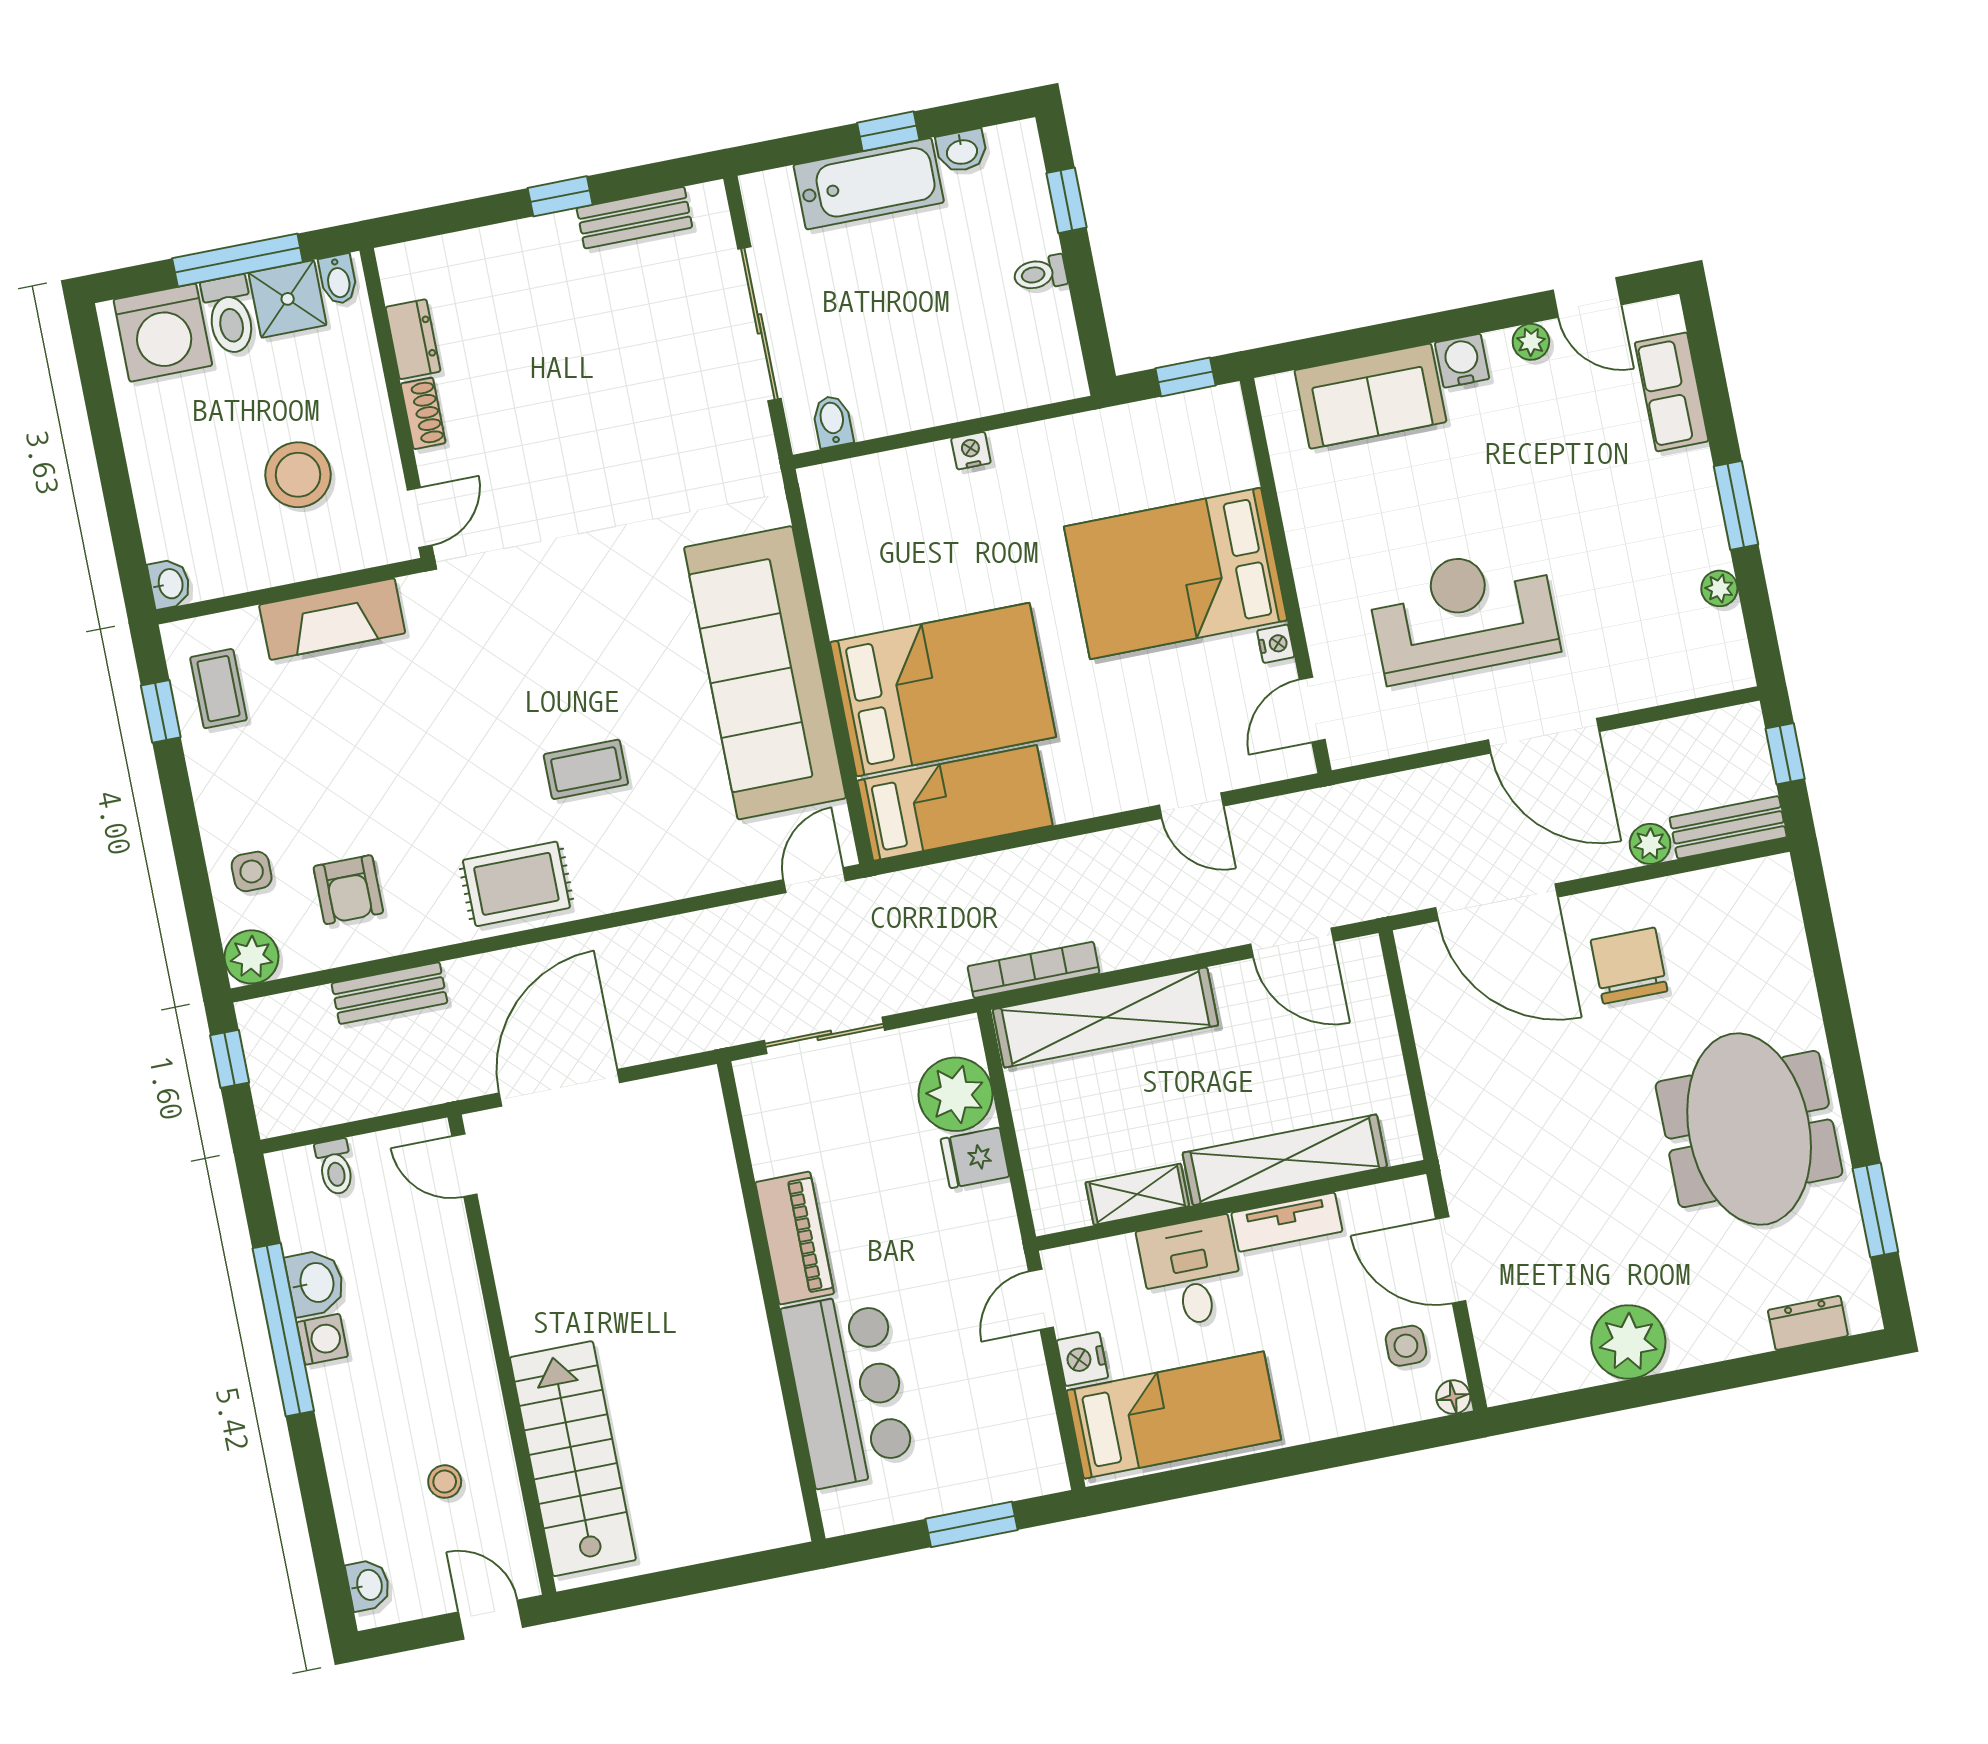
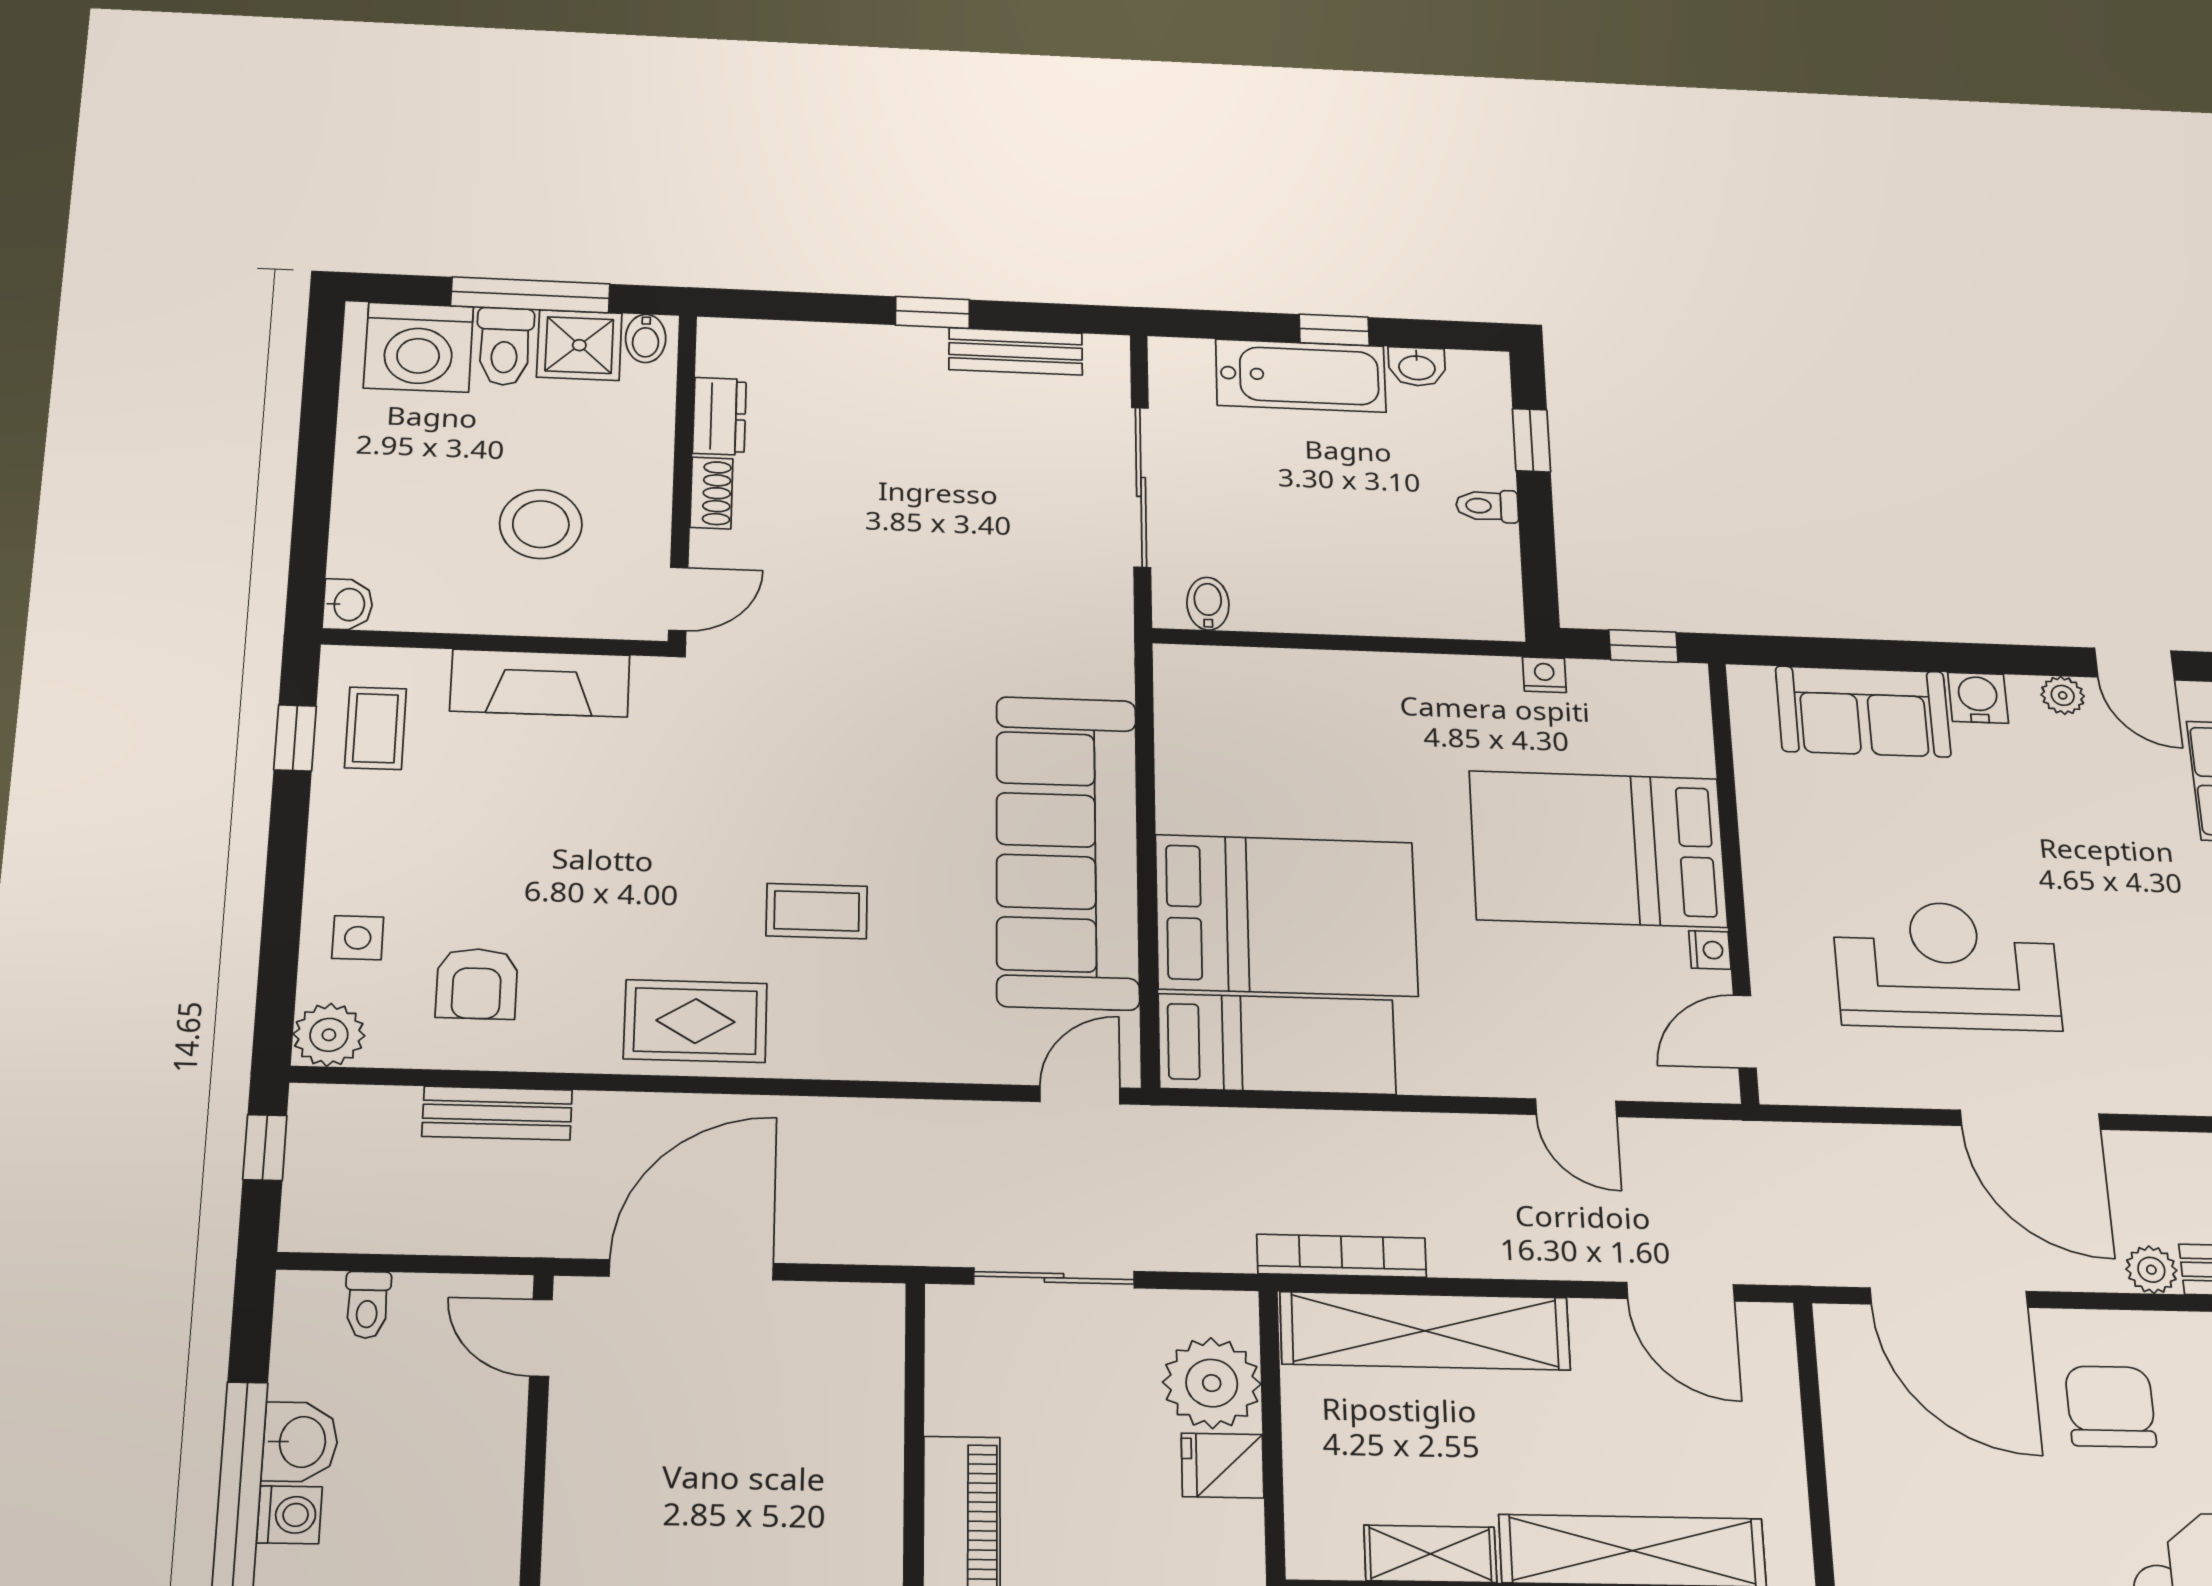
nightstand: (971, 451) -> (1544, 675), moved

